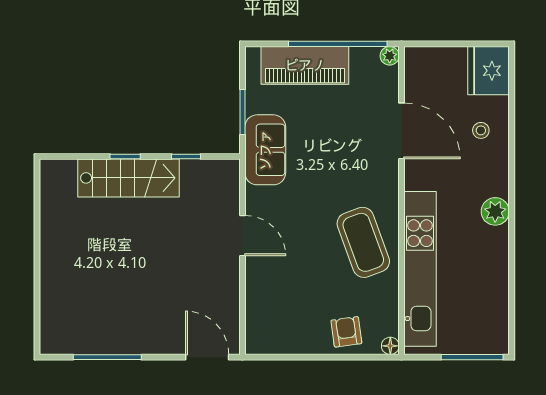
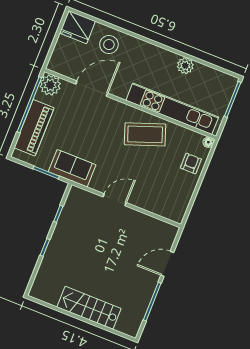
plant: (390, 56) -> (50, 85), width x1.88, depth x1.88
stool: (481, 130) -> (109, 45), width x1.89, depth x1.89
stairs: (128, 178) -> (89, 308), moved, turned -90
plant: (495, 211) -> (185, 66), moved
armchair: (346, 332) -> (191, 163), turned 98
door: (207, 357) -> (167, 264), moved

